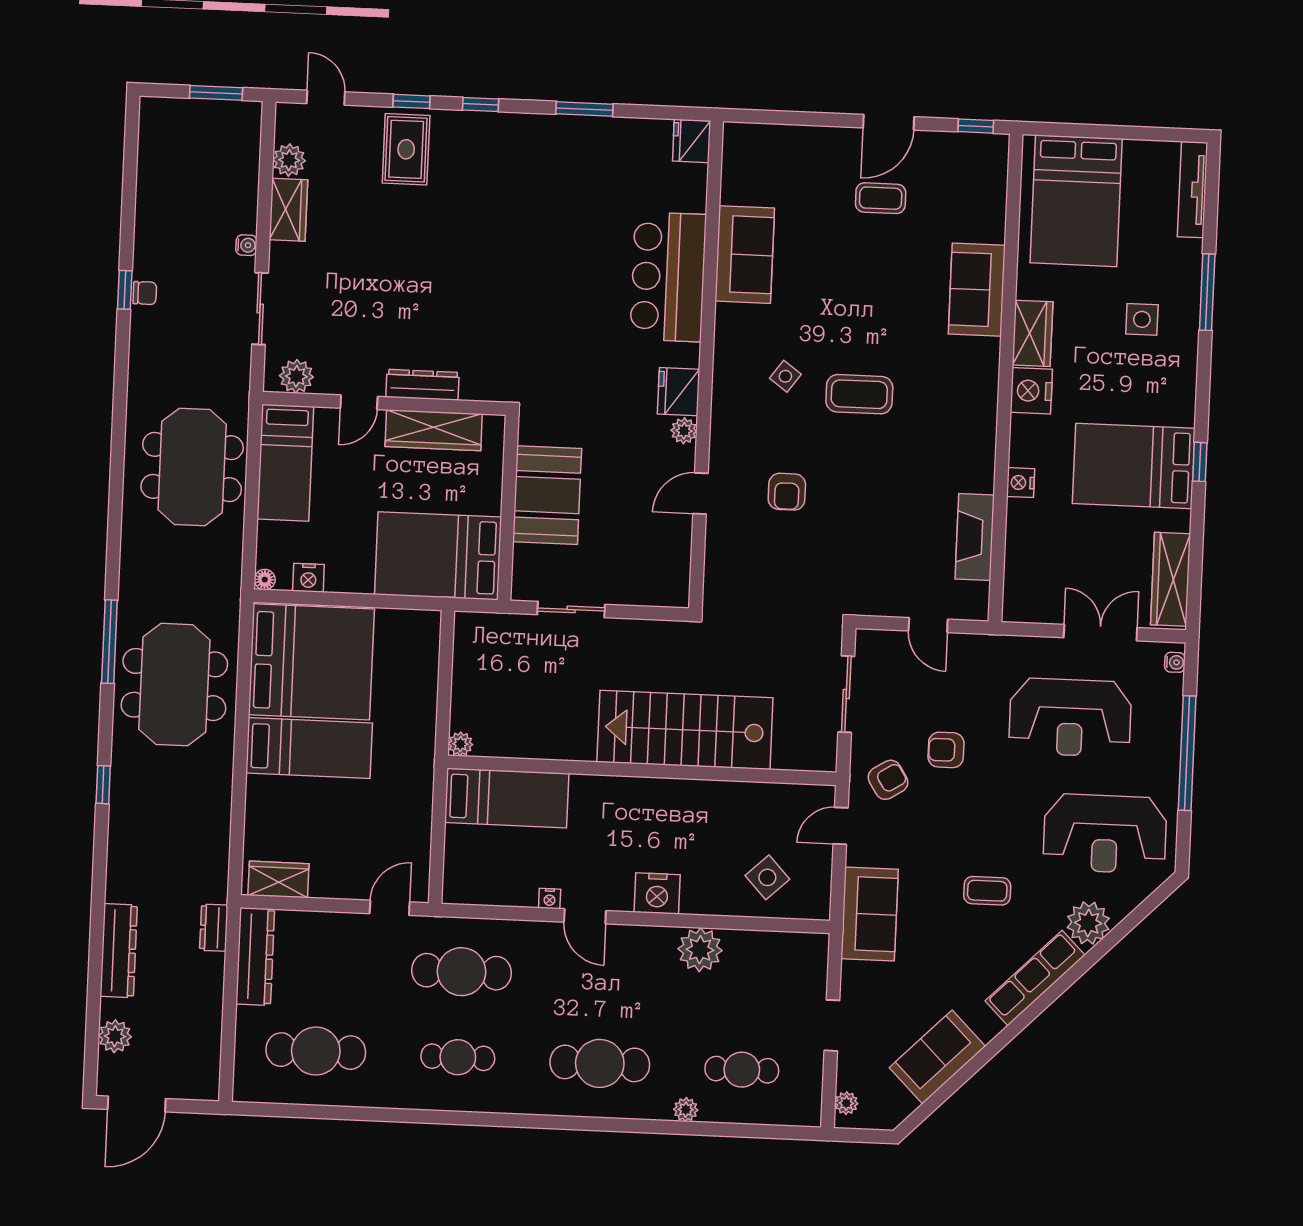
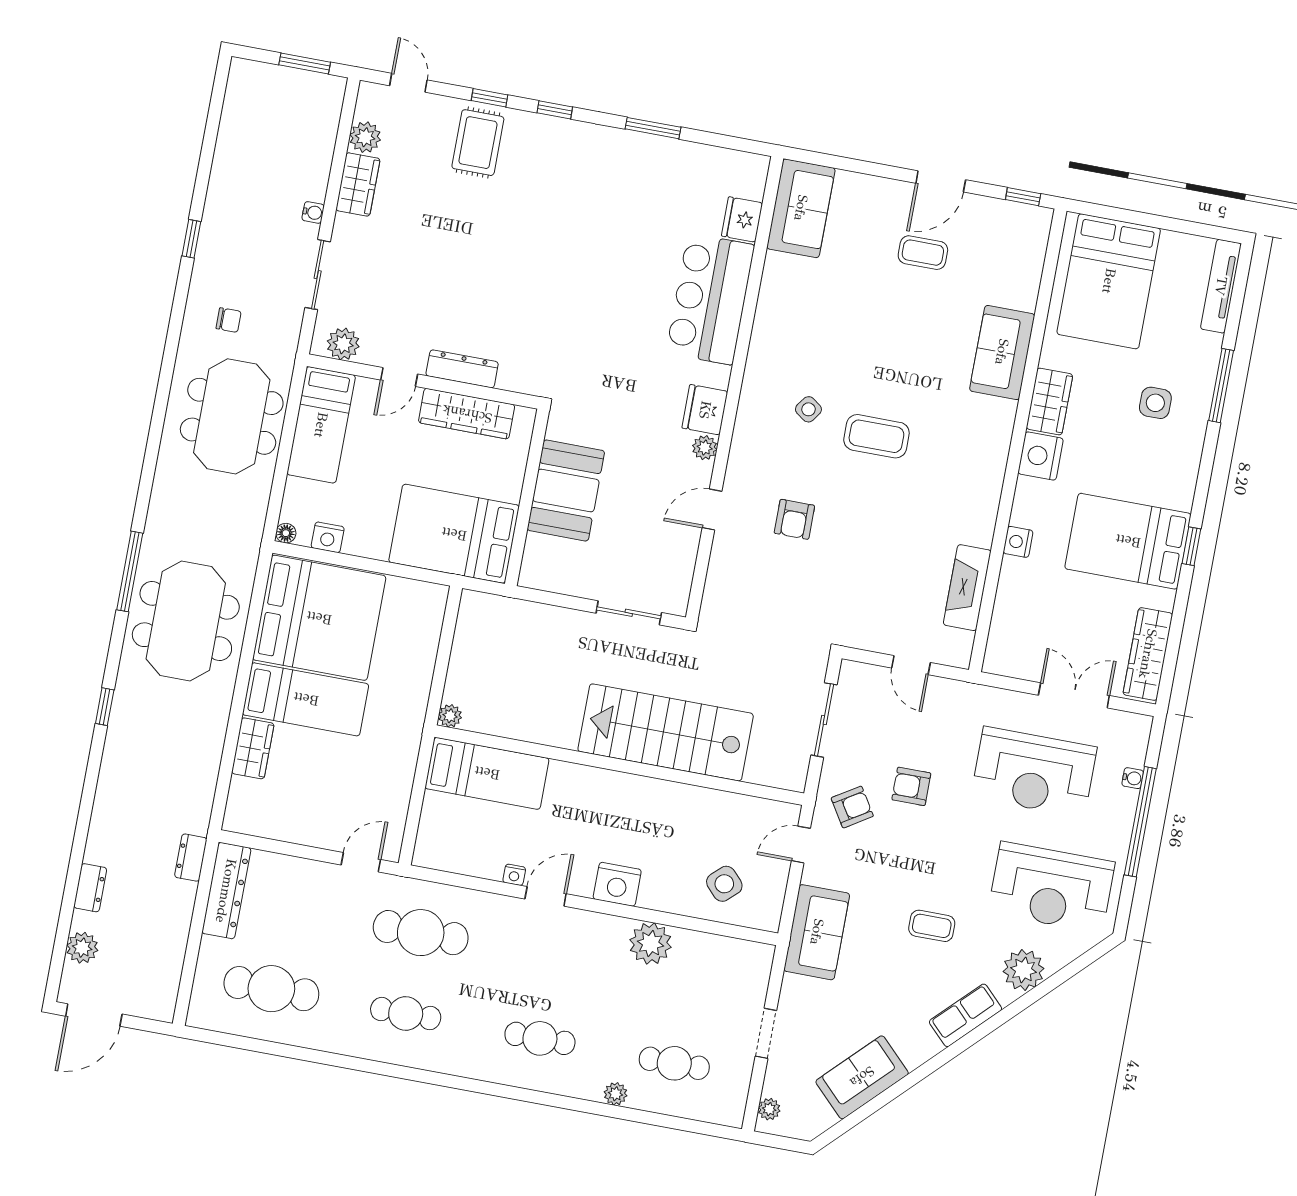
fridge: (692, 141) -> (742, 219), moved
sofa: (745, 255) -> (801, 208), moved
chair: (145, 293) -> (229, 320), moved
sliding door: (571, 609) -> (629, 613), moved
water cooler: (1175, 662) -> (1133, 778), moved
wardrobe: (278, 879) -> (253, 748), moved, turned 90
door: (585, 916) -> (546, 896), swing flipped
dresser: (119, 951) -> (90, 888), width x0.51, depth x0.80
row of seats: (1035, 978) -> (966, 1015), width x0.68
cafe table: (600, 1063) -> (540, 1038), width x0.73, depth x0.74

